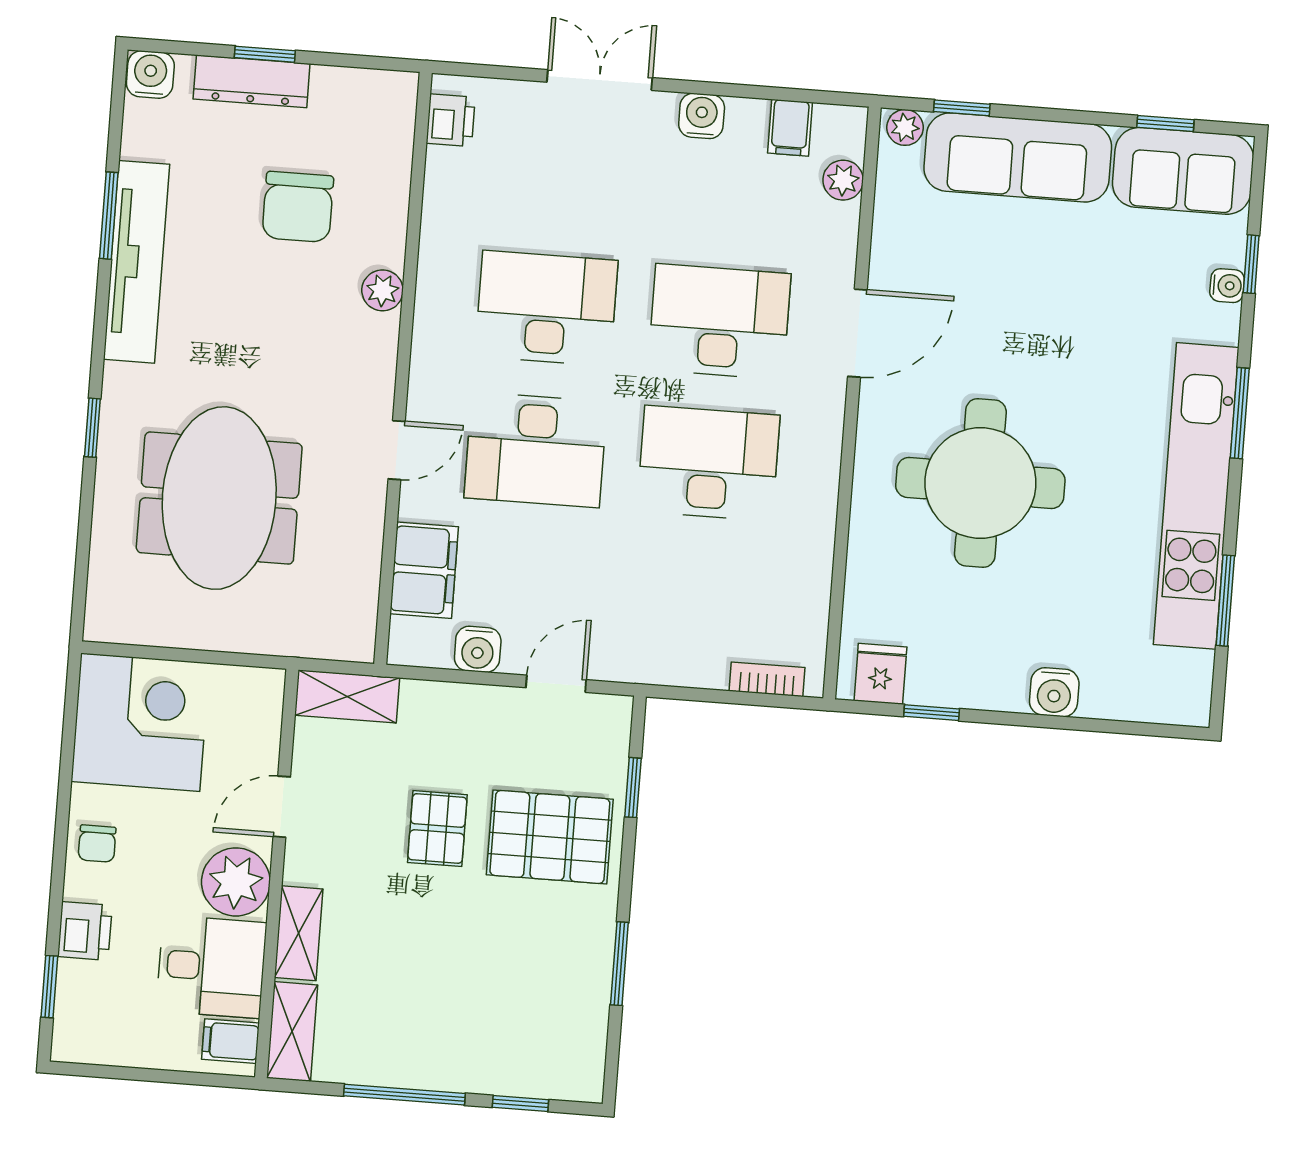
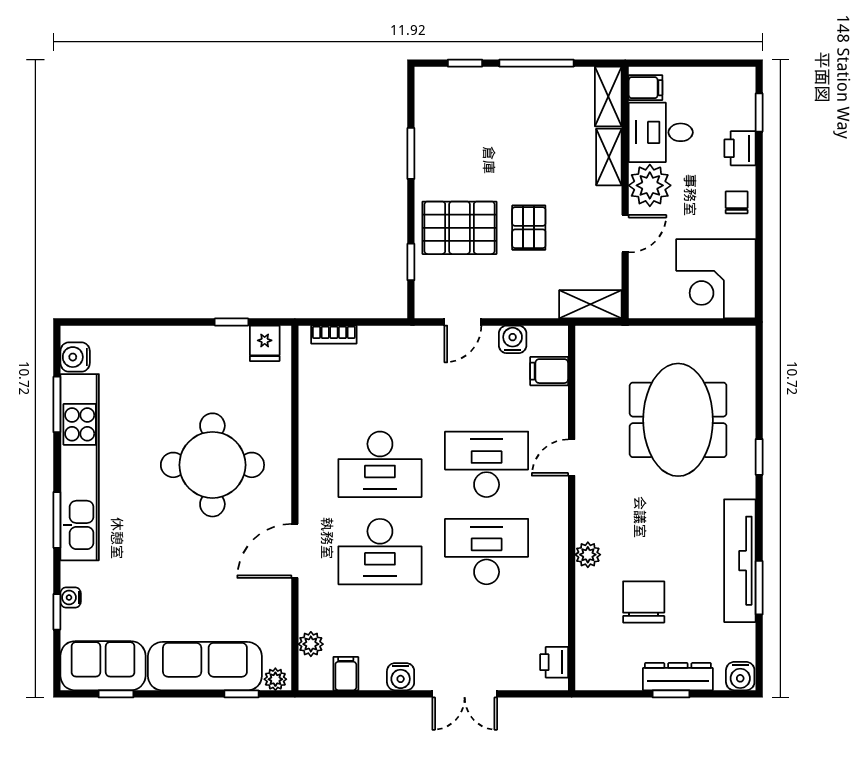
desk: (546, 308) -> (487, 552), turned 180
filing cabinet: (424, 570) -> (549, 371), width x0.50
water cooler: (1054, 692) -> (75, 357), moved, turned -90

